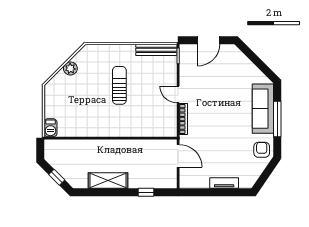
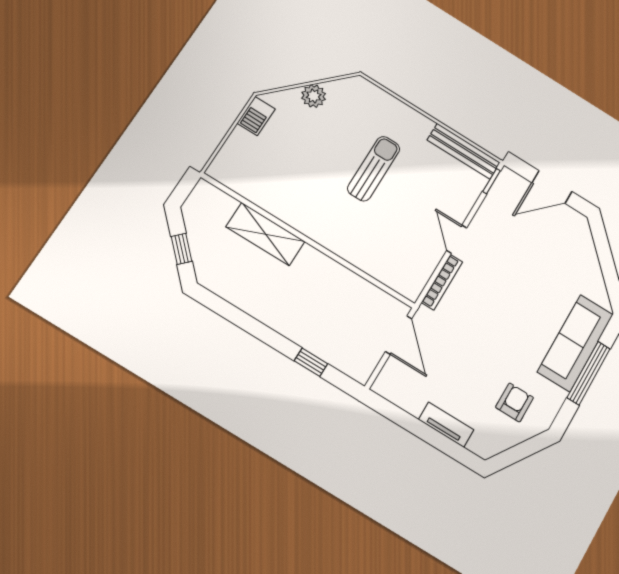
barbecue: (50, 128) -> (256, 116), moved
armchair: (262, 150) -> (515, 402), moved
shelving: (108, 181) -> (265, 234), moved

